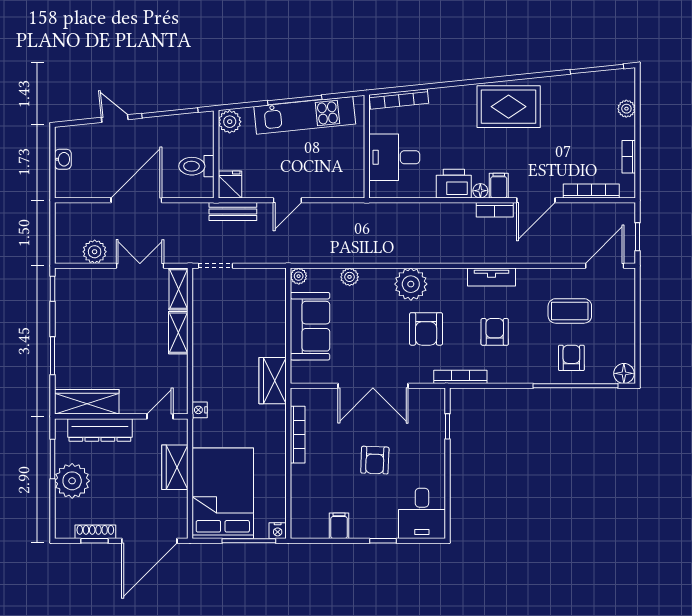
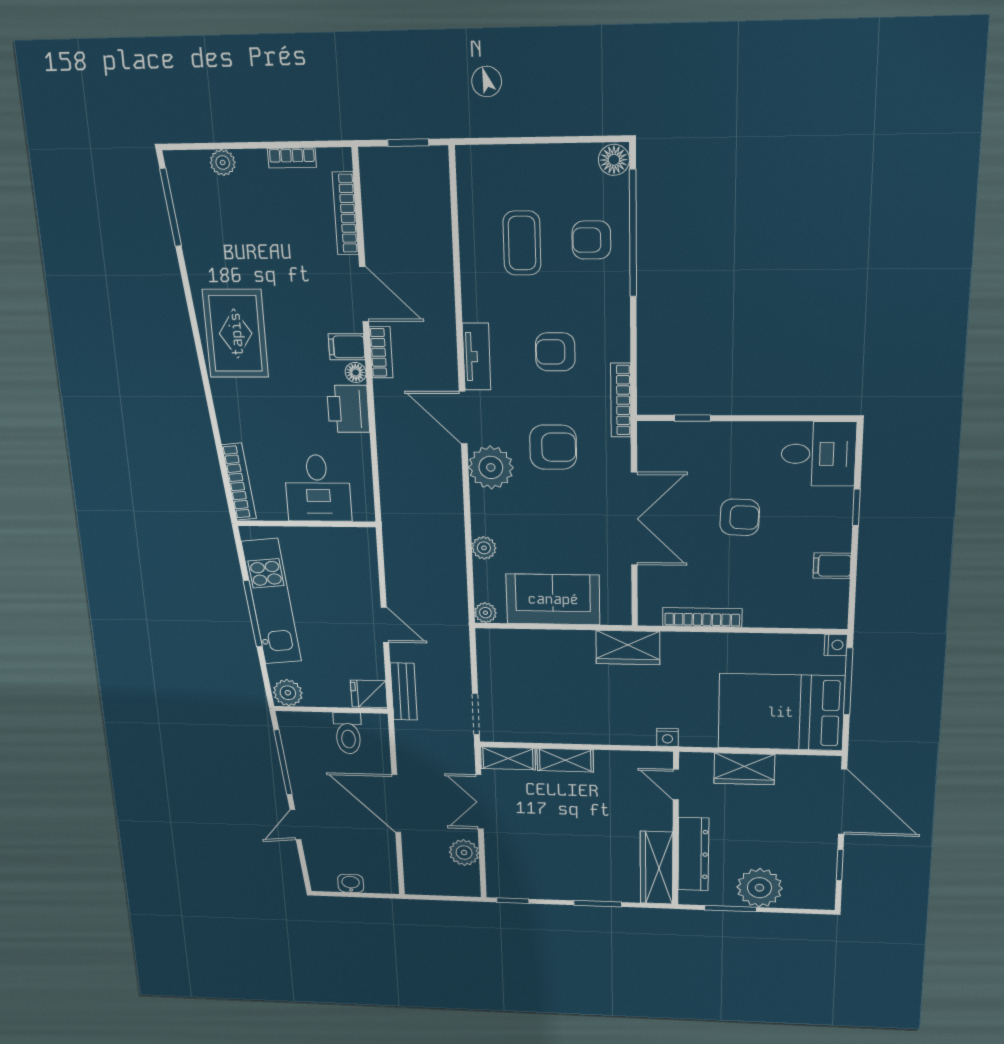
door: (605, 266) -> (463, 418), moved
shoe rack: (95, 532) -> (828, 864), removed

